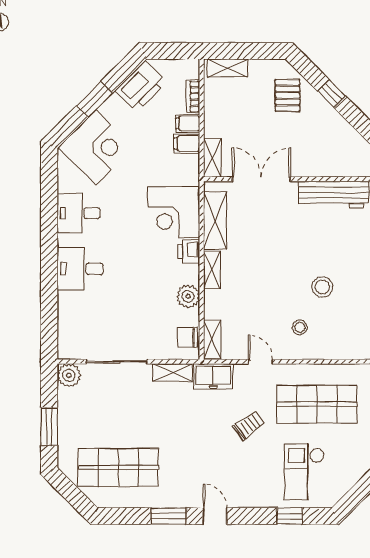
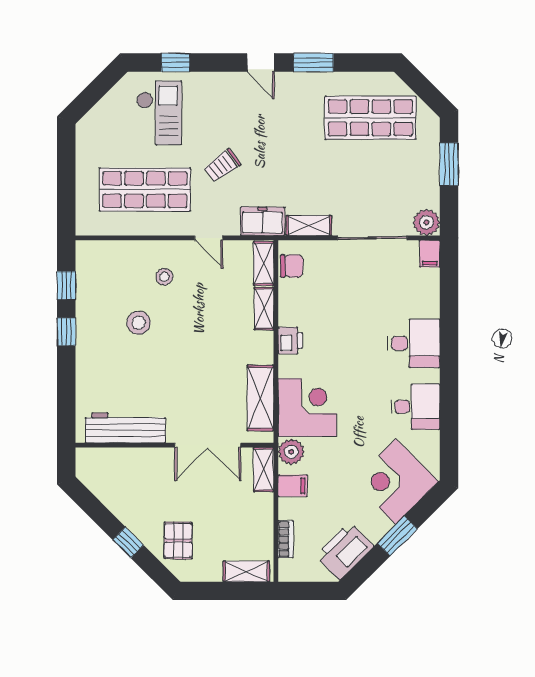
filing cabinet: (188, 123) -> (430, 254), moved, turned 90
printer: (189, 251) -> (290, 340), moved
shelving: (212, 270) -> (264, 309), moved
plant: (188, 296) -> (291, 452), moved

